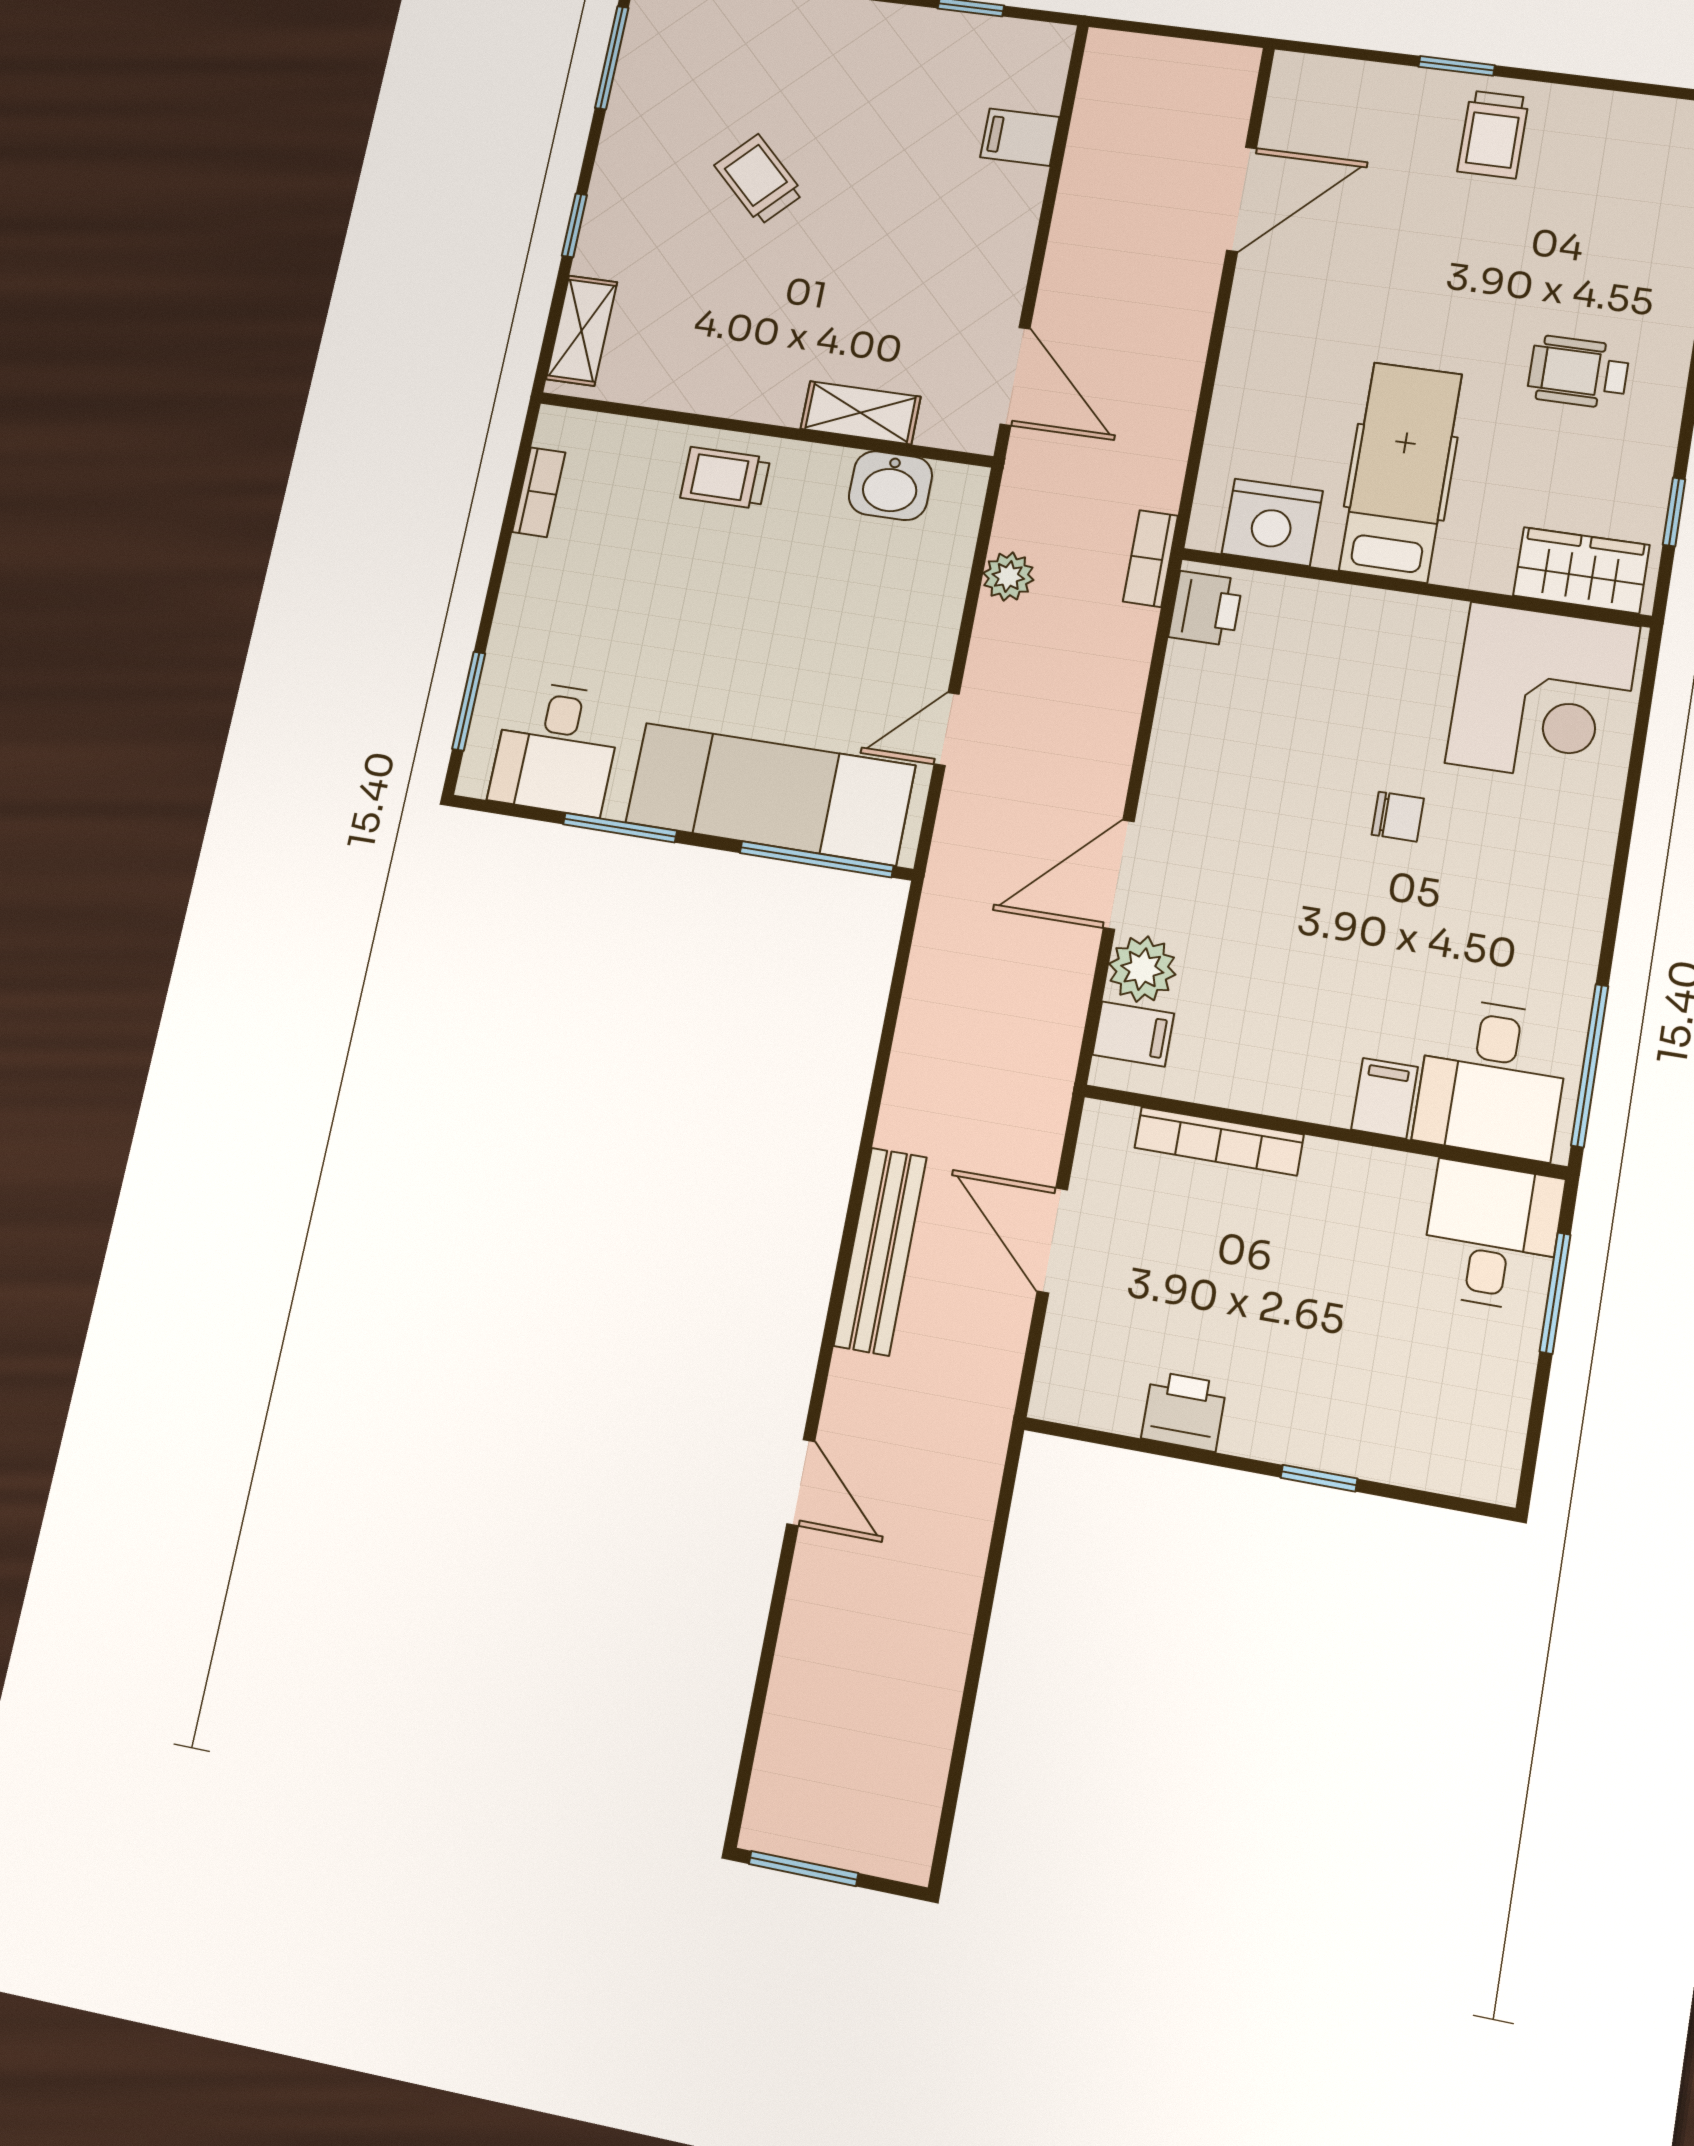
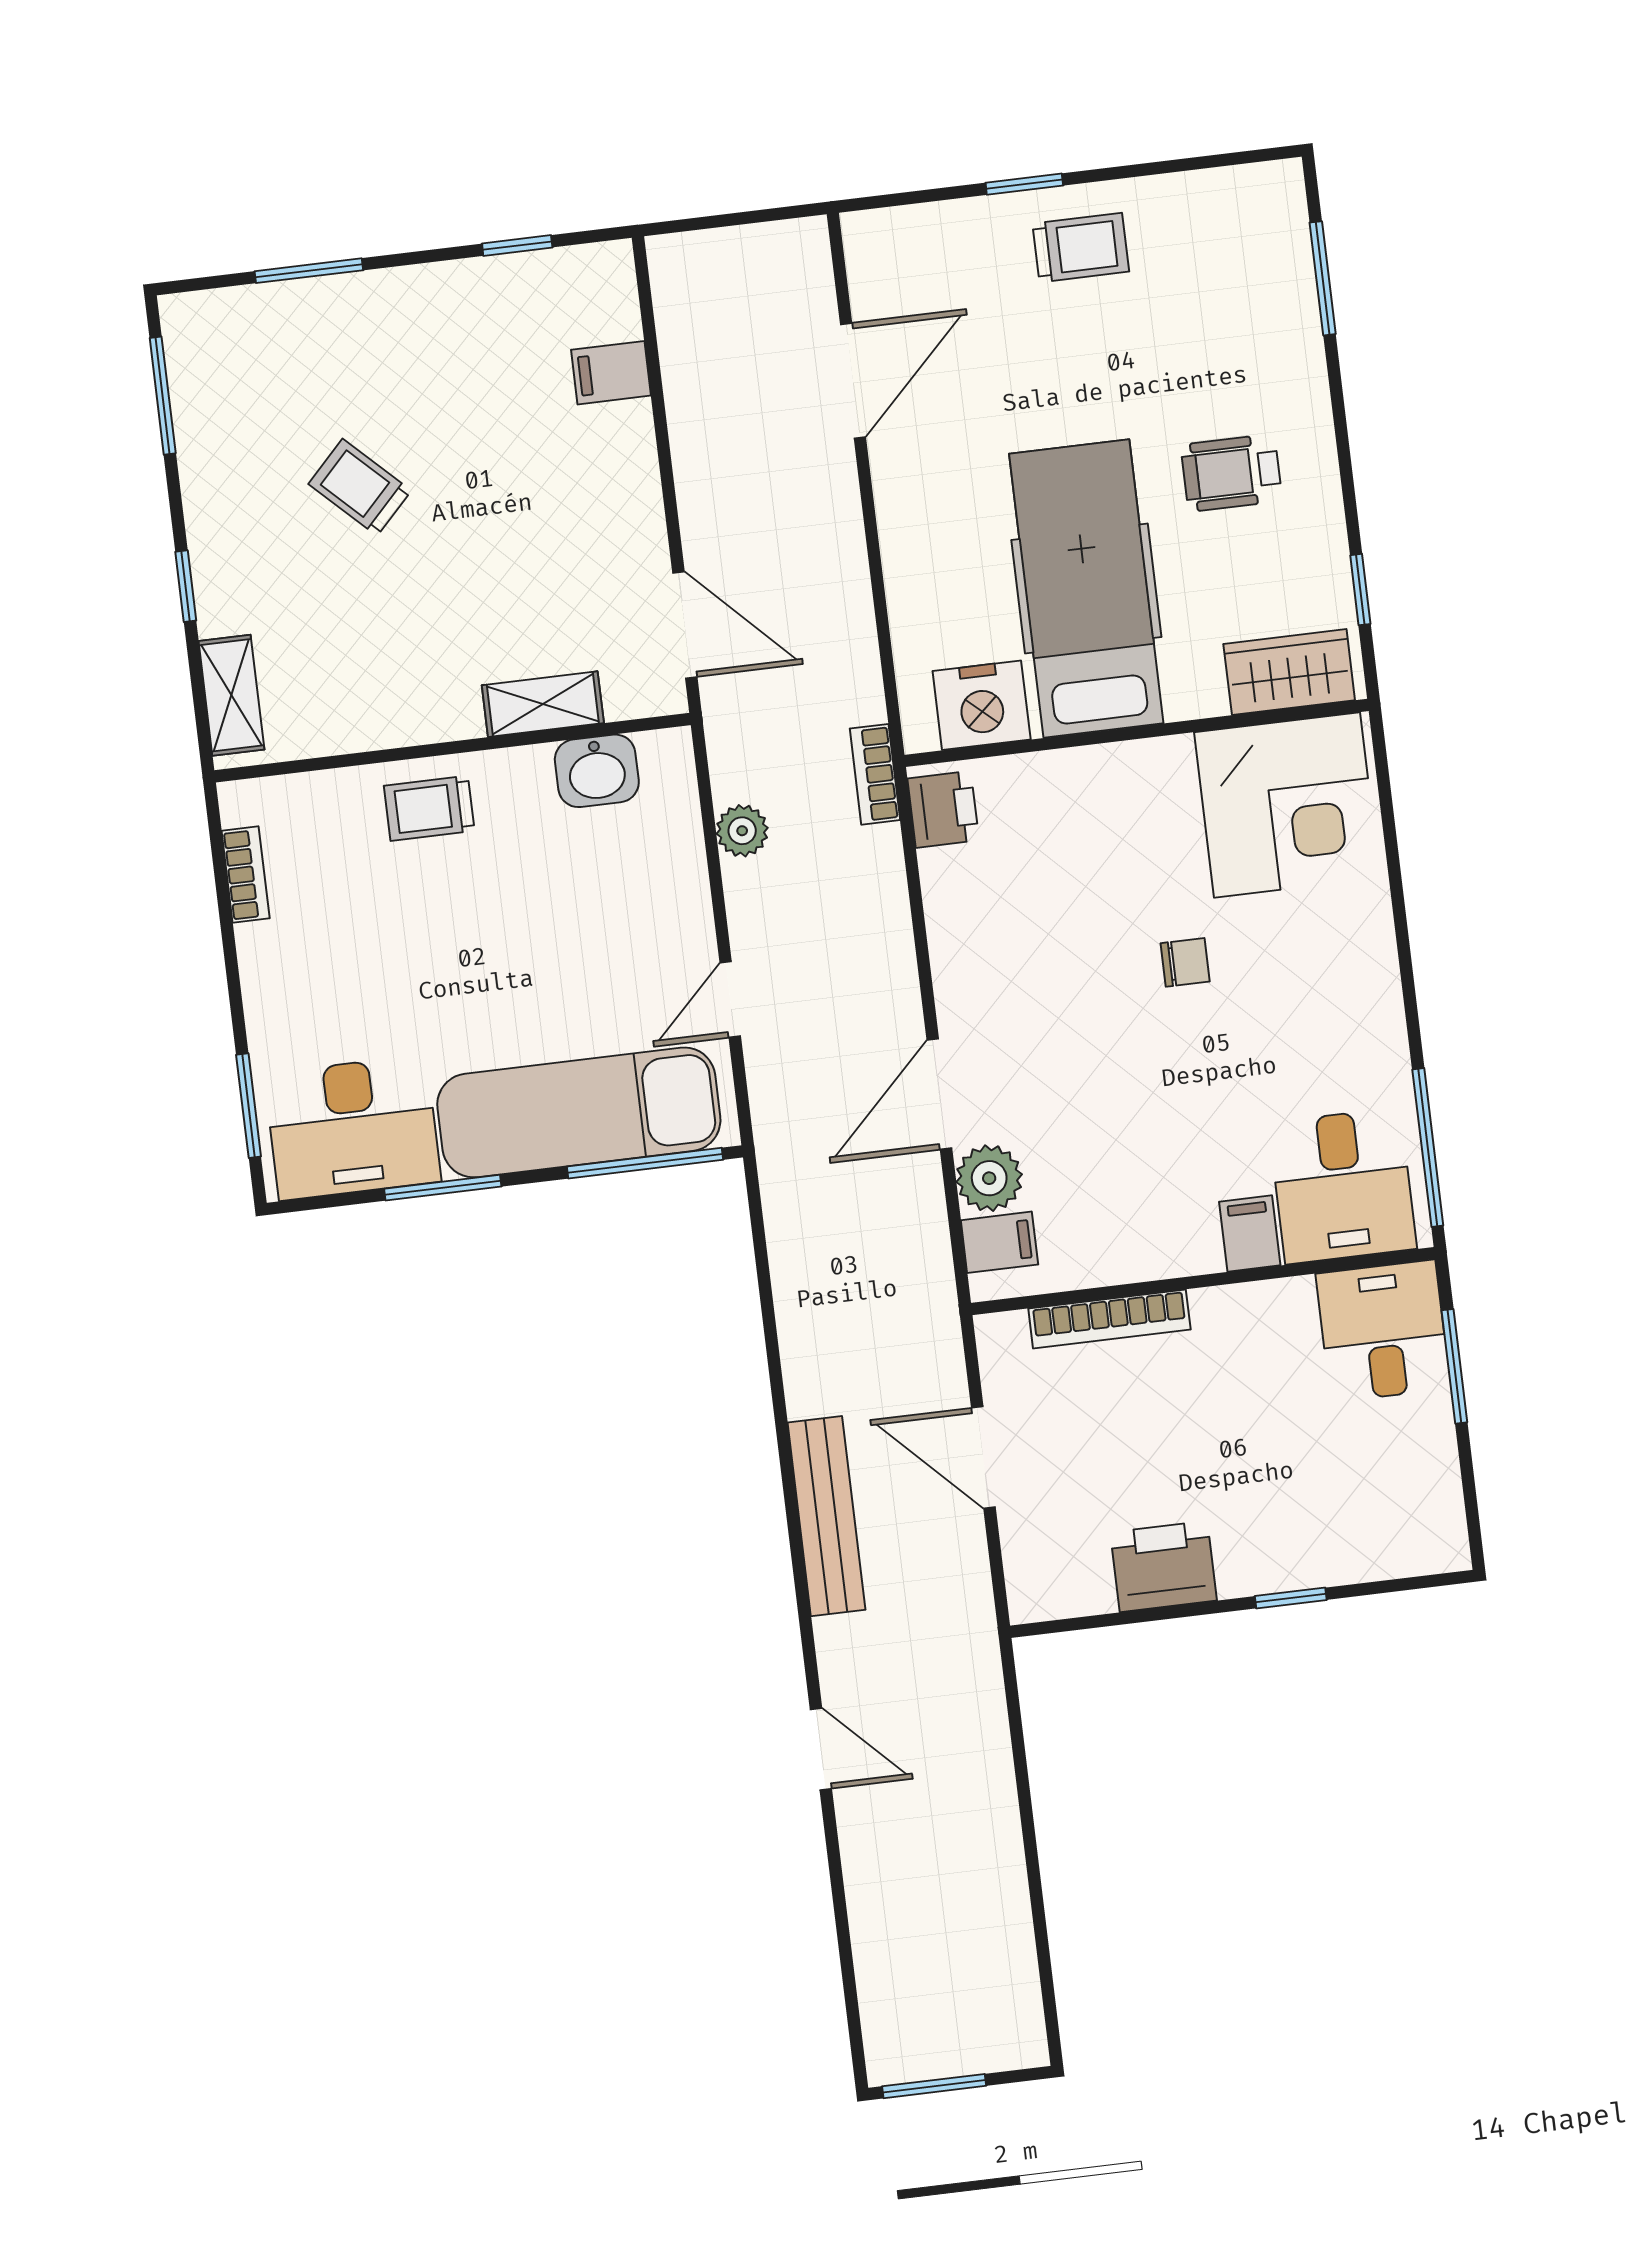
trolley: (1493, 134) -> (1081, 248), turned -90
hospital bed: (1401, 472) -> (1086, 589), width x1.37, depth x1.29
desk: (556, 748) -> (353, 1128), width x1.37
printer: (1184, 1411) -> (1164, 1567), width x1.36, depth x1.24

